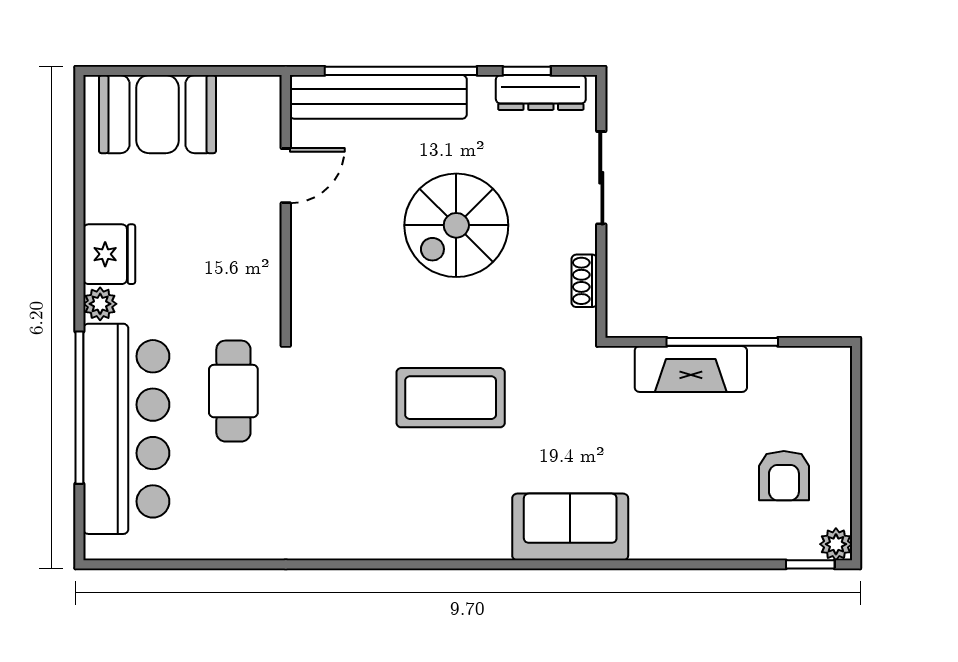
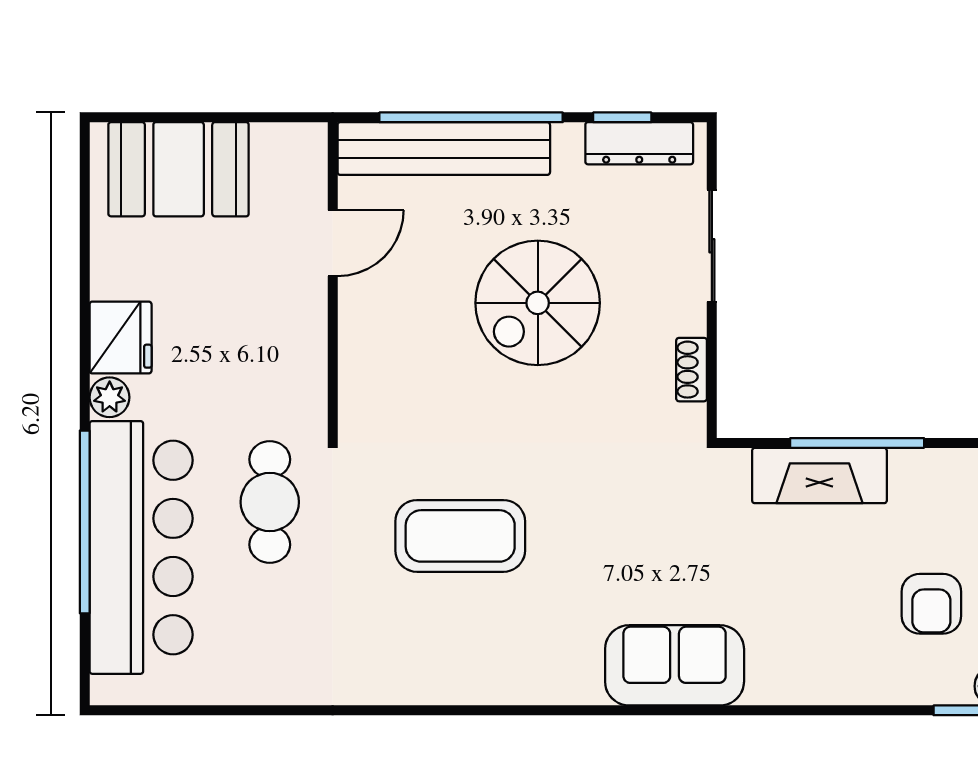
coffee table: (451, 398) -> (460, 536), moved

